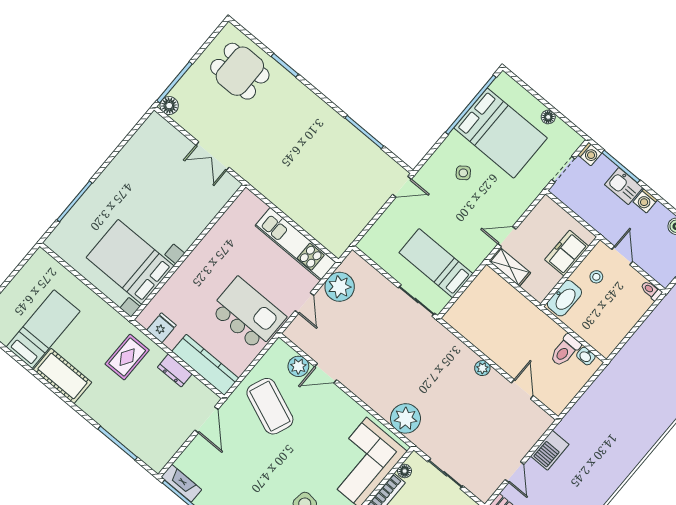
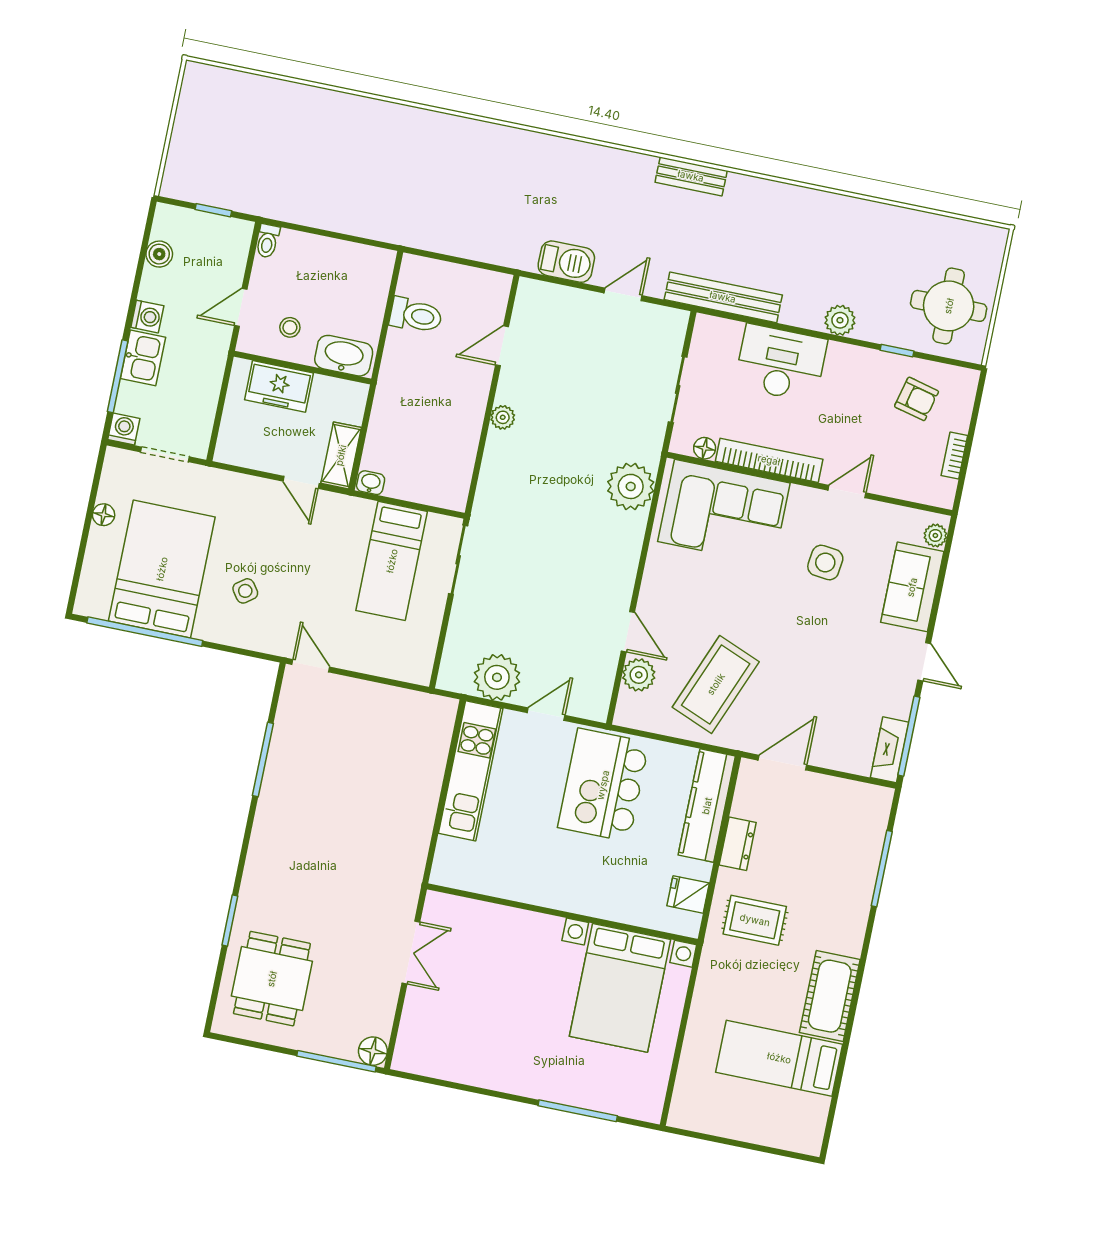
washbasin: (586, 356) -> (371, 483), moved, turned -90

